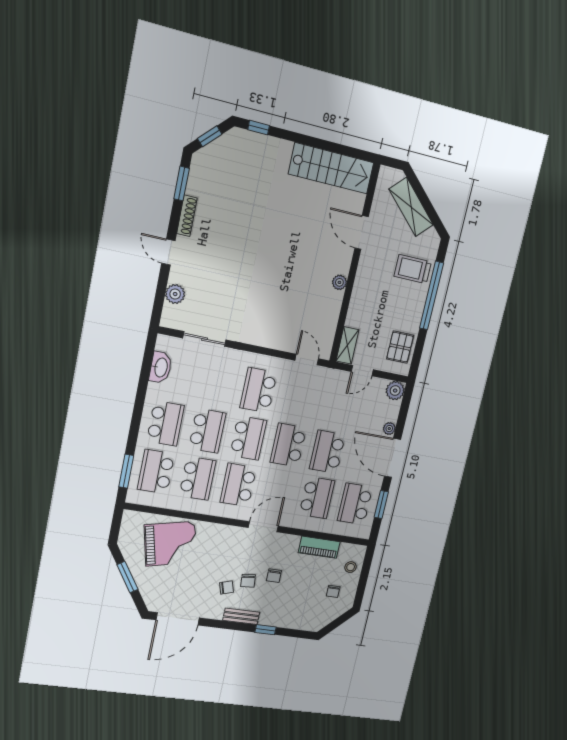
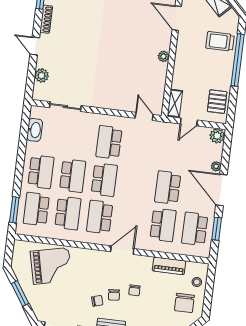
school desk: (288, 445) -> (136, 184), removed
chair: (333, 591) -> (184, 303), width x1.87, depth x1.87

